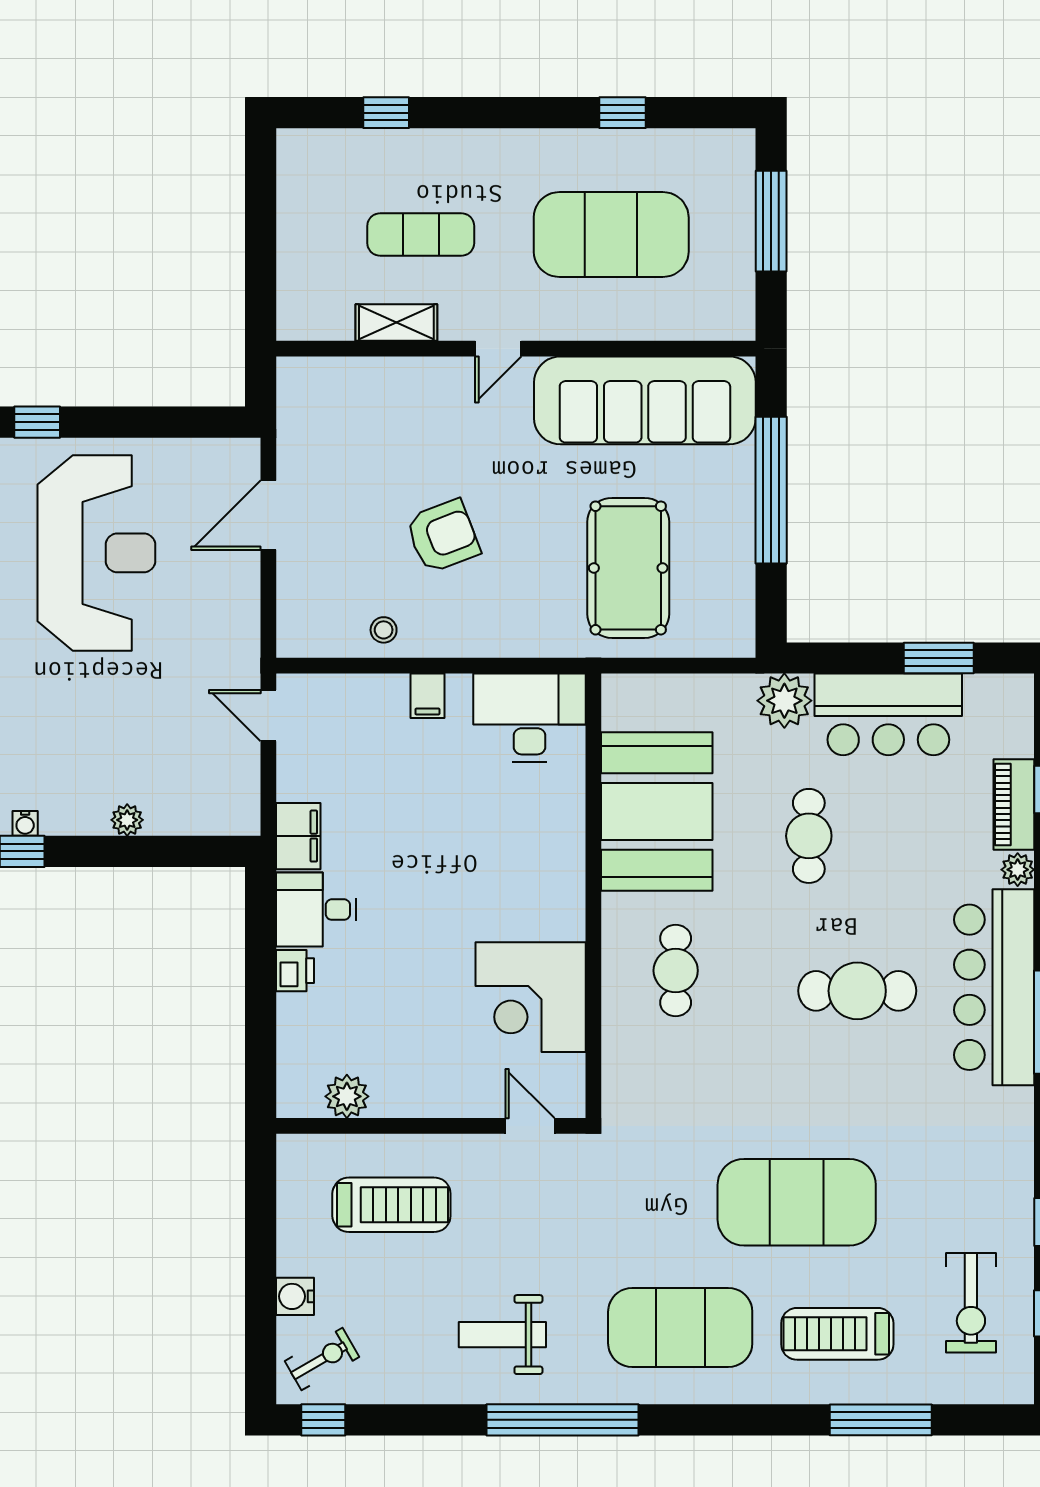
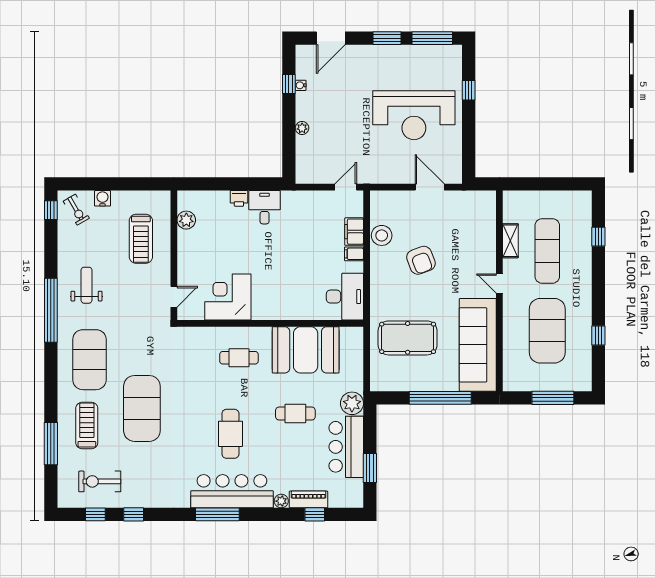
exercise mat: (421, 235) -> (547, 251), width x1.36, depth x1.45
stool: (384, 630) -> (382, 235), width x1.89, depth x1.89
filing cabinet: (298, 836) -> (354, 232), moved, turned 90

